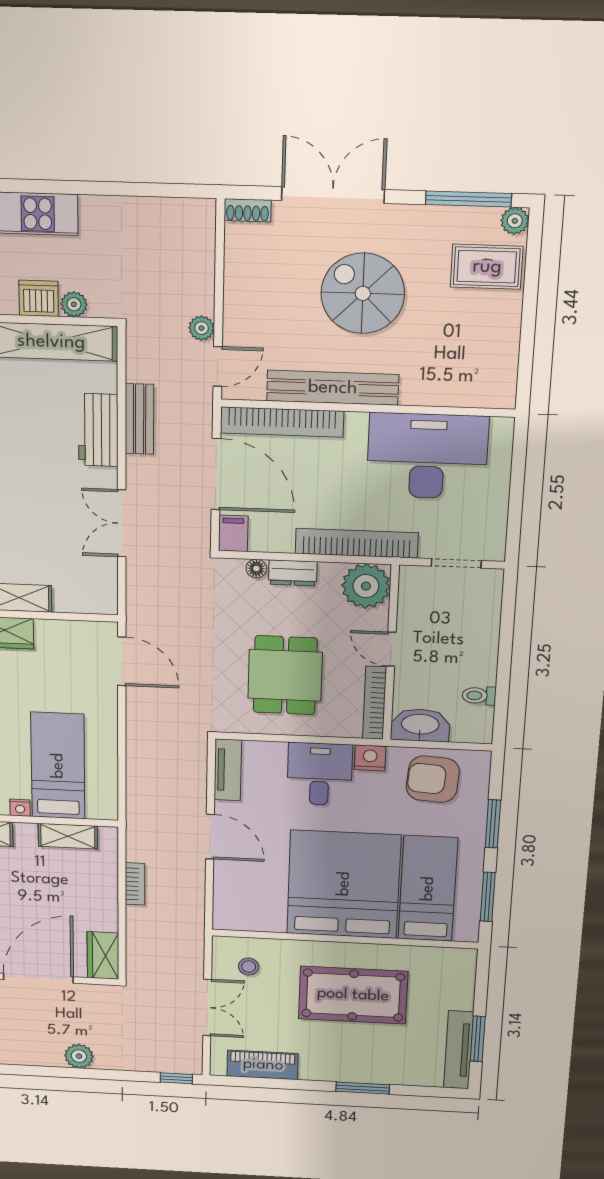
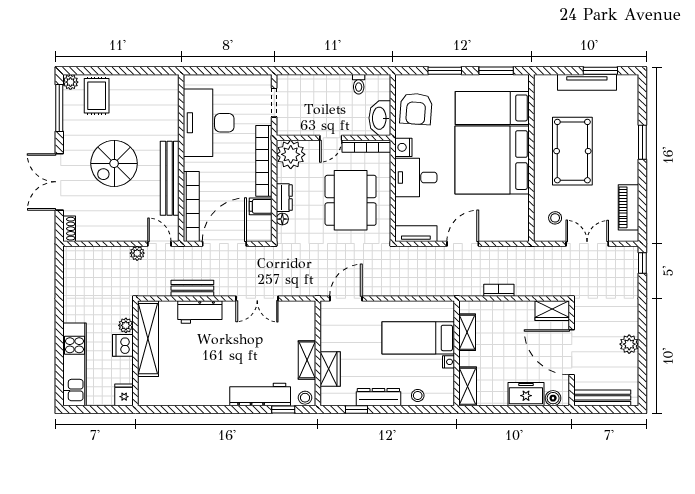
filing cabinet: (233, 533) -> (261, 206), moved
dining table: (285, 675) -> (351, 200), width x1.38
tv unit: (459, 1050) -> (587, 82), moved
plant: (79, 1056) -> (629, 344), moved

